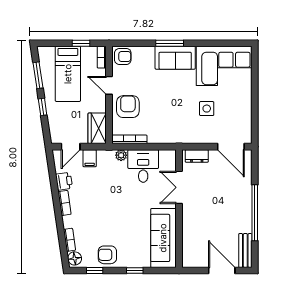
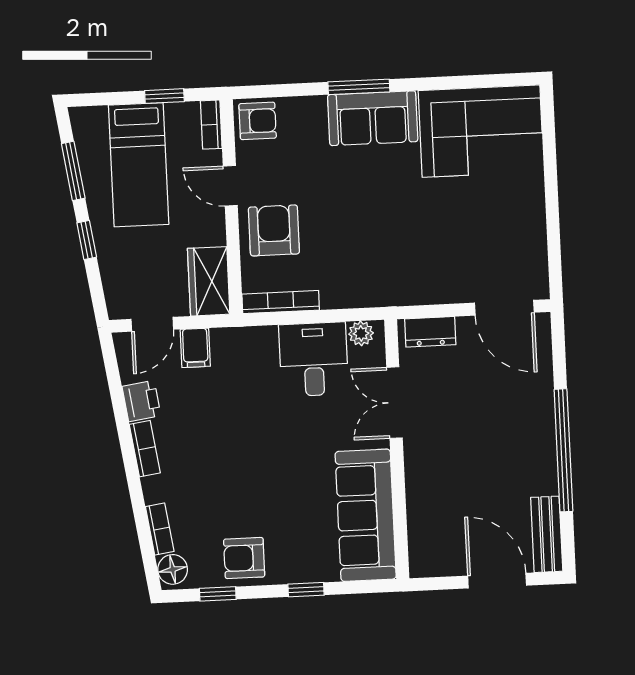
side table: (207, 109) -> (447, 227), removed
plant: (121, 155) -> (361, 333), moved

